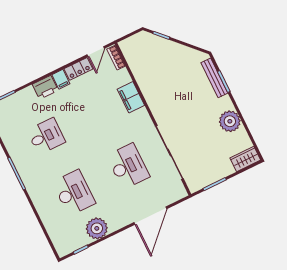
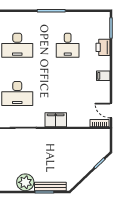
locker: (78, 69) -> (105, 92), removed
printer: (45, 87) -> (103, 47), moved
filing cabinet: (131, 97) -> (56, 120), moved
plant: (230, 121) -> (25, 182), moved

